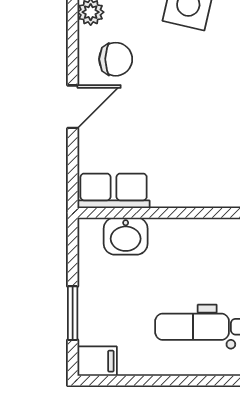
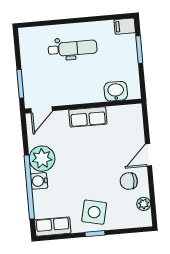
row of seats: (114, 191) -> (88, 117), moved

